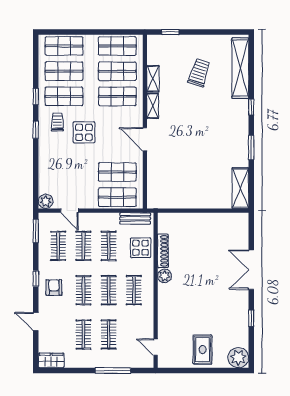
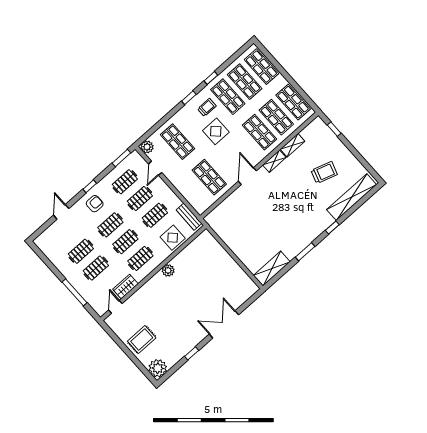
shop shelf: (117, 197) -> (178, 142), moved
shoe rack: (163, 251) -> (184, 254), removed
wardrobe: (51, 360) -> (125, 287), moved, turned -90

